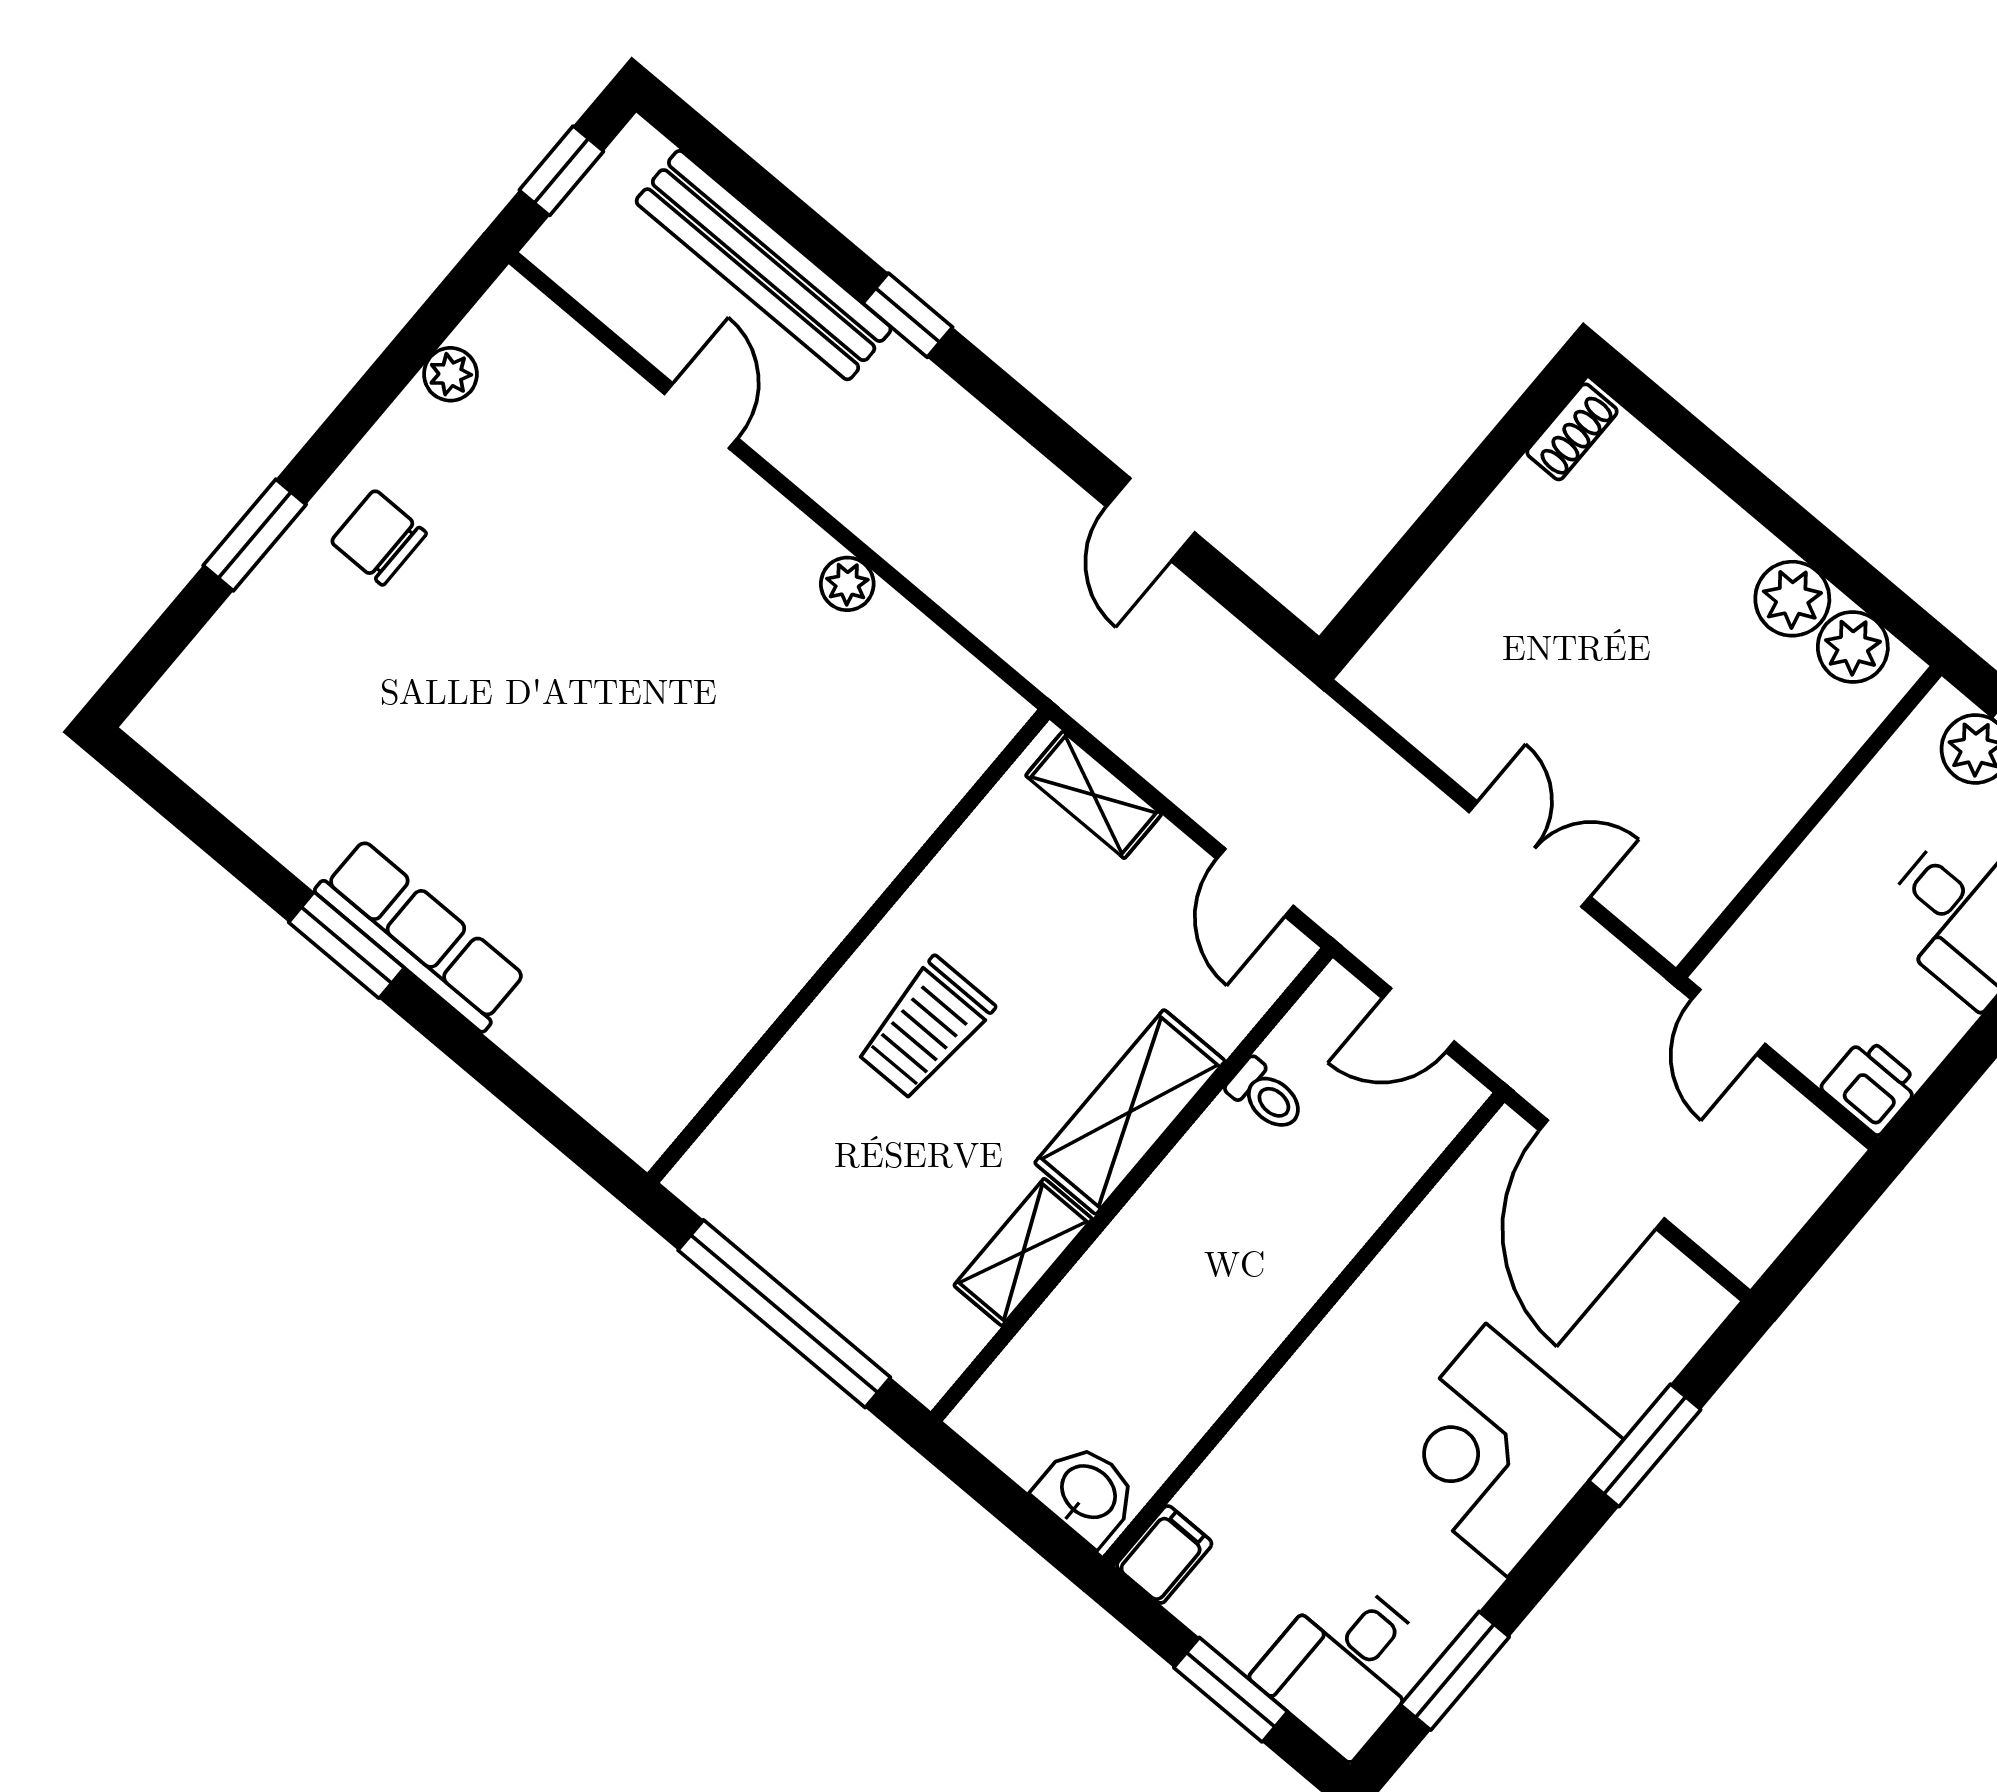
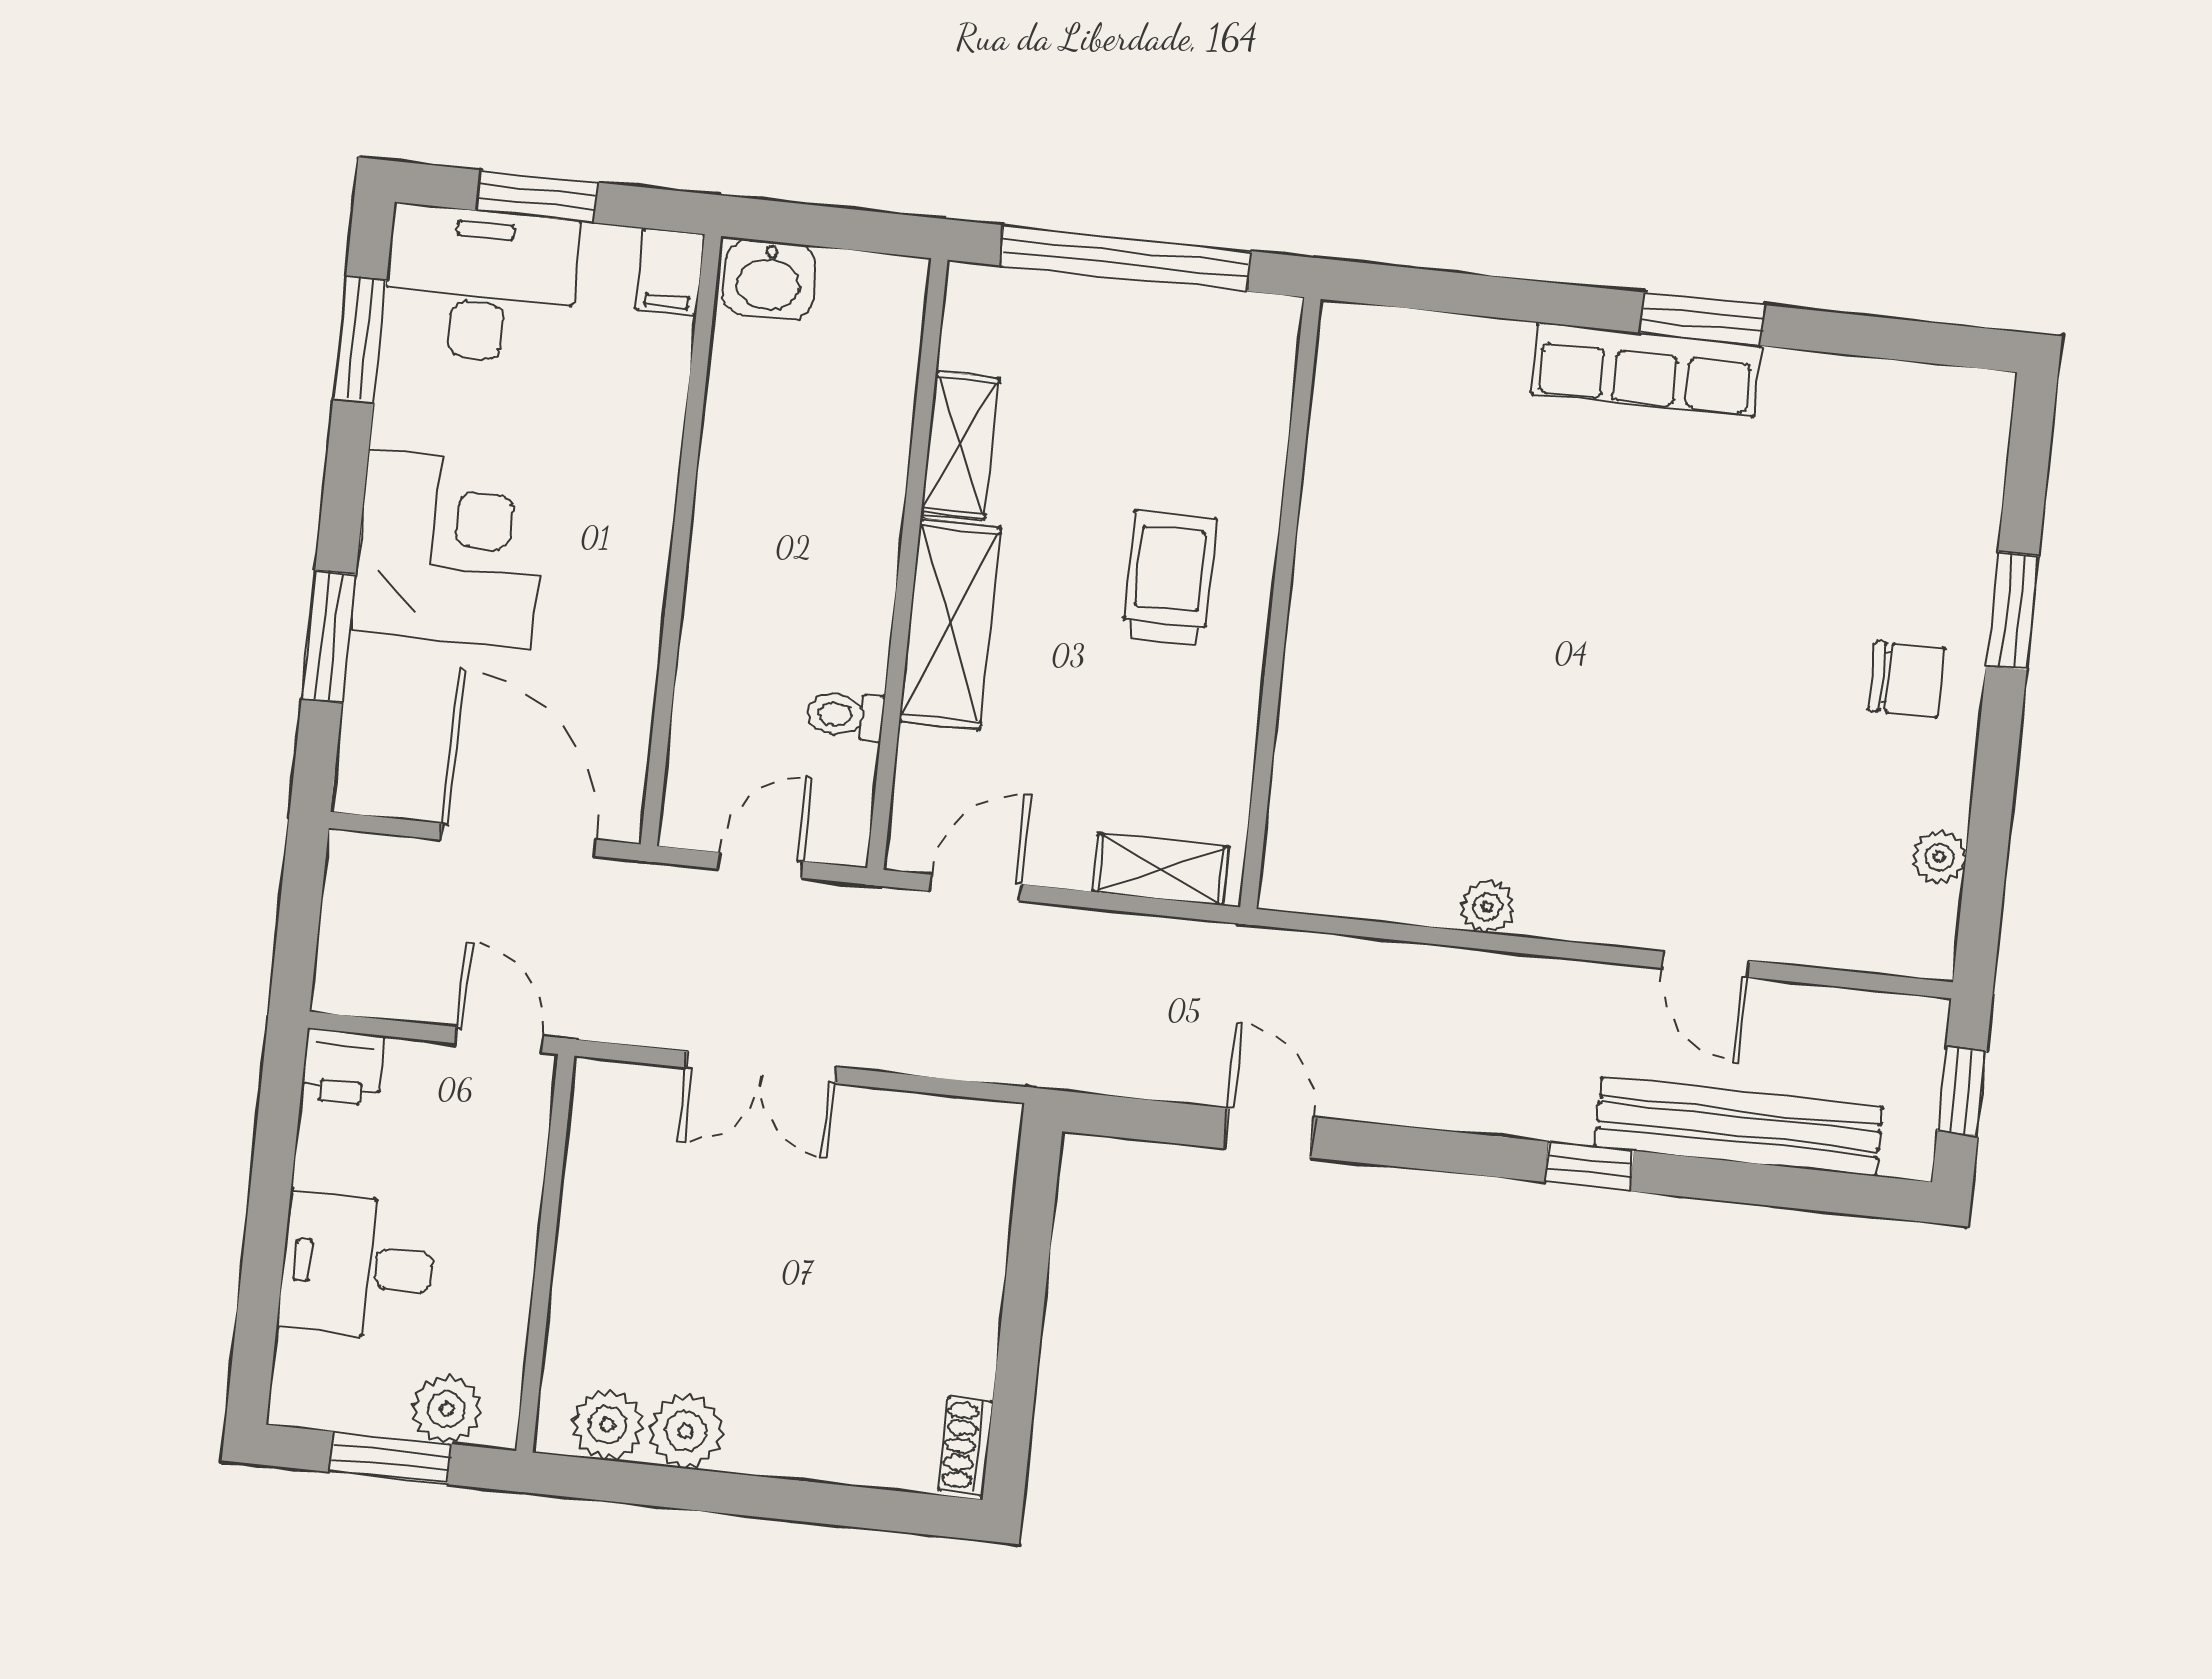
door: (1255, 882) -> (976, 888), hinge flipped
desk: (1345, 1665) -> (480, 285), width x1.37

